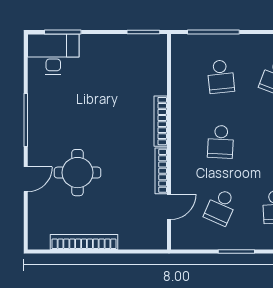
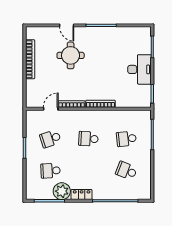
desk: (53, 54) -> (139, 69), moved
door: (169, 207) -> (51, 109), swing flipped
school desk: (221, 207) -> (51, 139), turned -42

